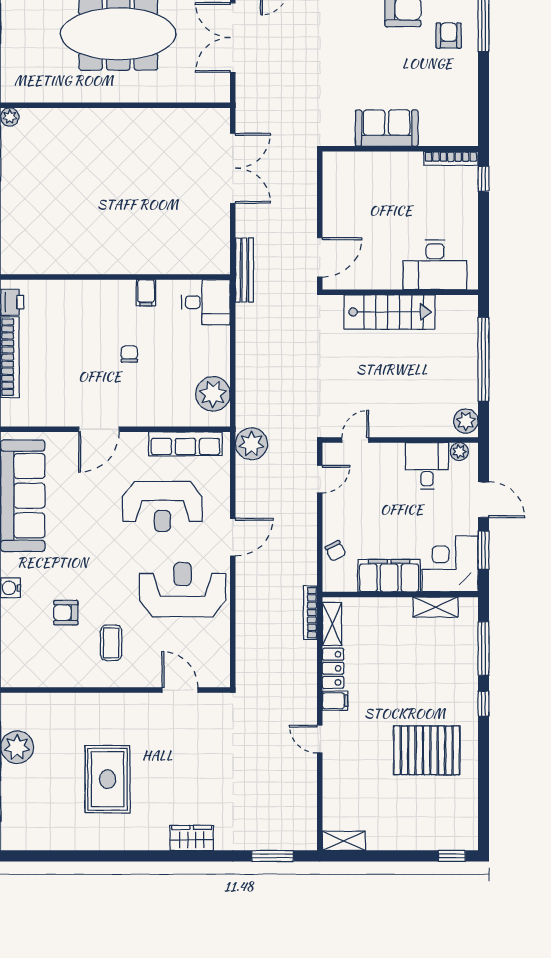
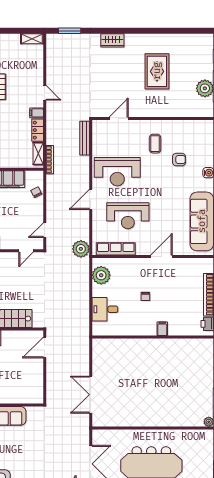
bench: (244, 270) -> (85, 138), moved
filing cabinet: (146, 293) -> (162, 329), moved
desk: (206, 302) -> (105, 309), moved
reception desk: (162, 506) -> (128, 216), turned 180
door: (180, 690) -> (119, 119), swing flipped

